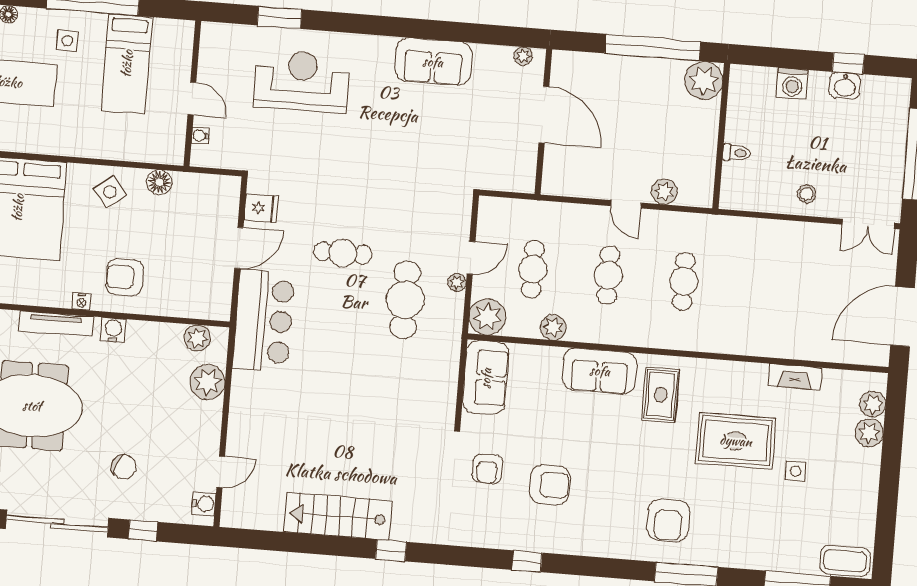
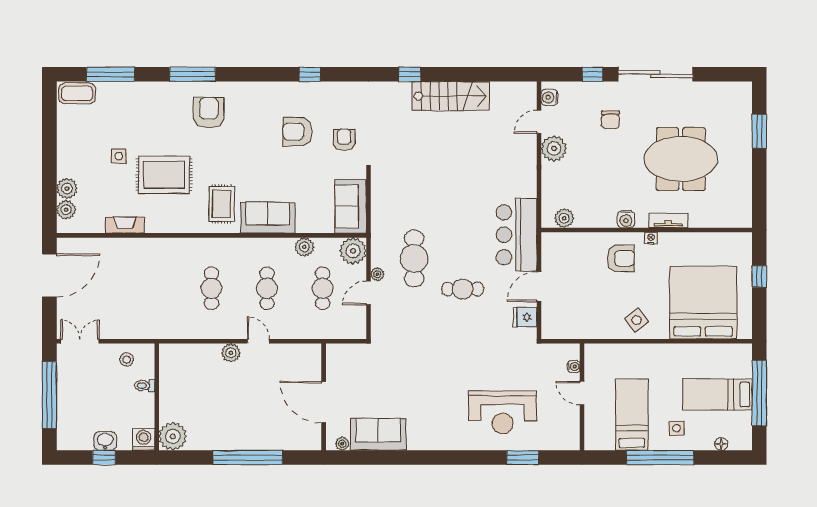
sofa: (433, 62) -> (378, 434), moved
plant: (704, 81) -> (173, 436), moved
wall: (721, 136) -> (157, 397), moved
toilet: (737, 153) -> (145, 386), moved
floor lamp: (159, 182) -> (601, 330), removed
tv unit: (56, 324) -> (668, 221), width x0.71
plant: (208, 382) -> (554, 148), moved
chair: (124, 467) -> (610, 120), turned -112

